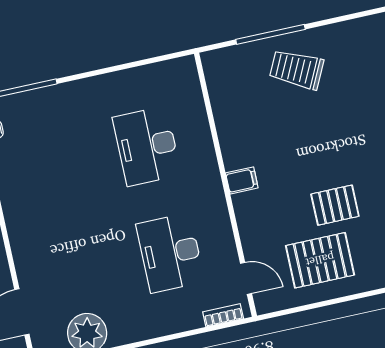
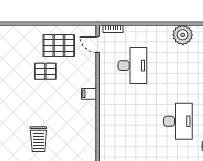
trolley: (297, 69) -> (38, 139), moved, turned 64
desk: (147, 146) -> (178, 121), moved

